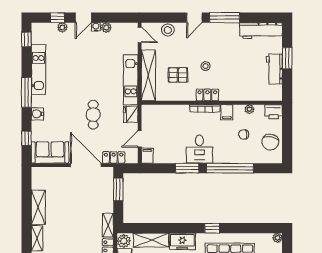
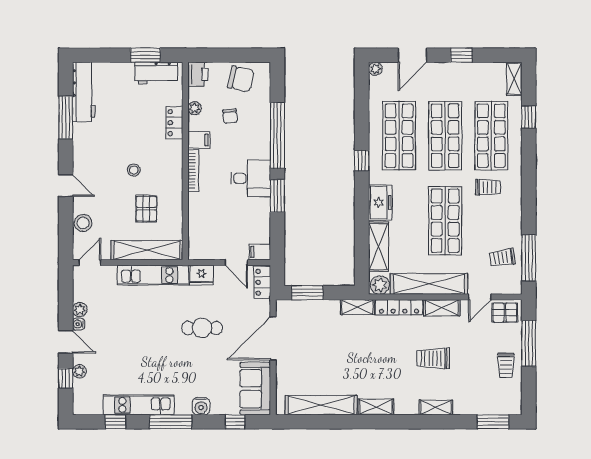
window: (225, 18) -> (66, 117), moved
window: (26, 39) -> (115, 422), moved
window: (287, 58) -> (145, 55), moved
workbench: (274, 69) -> (156, 73), moved
locker: (207, 95) -> (174, 123), moved
locker: (114, 157) -> (262, 282), moved
shelving: (38, 207) -> (321, 405), width x1.47

